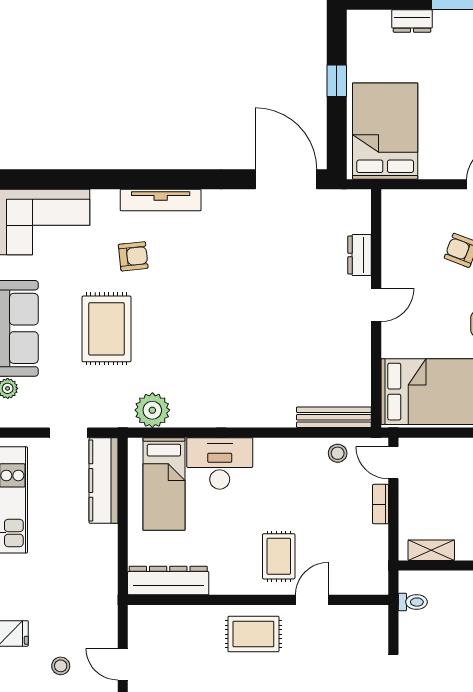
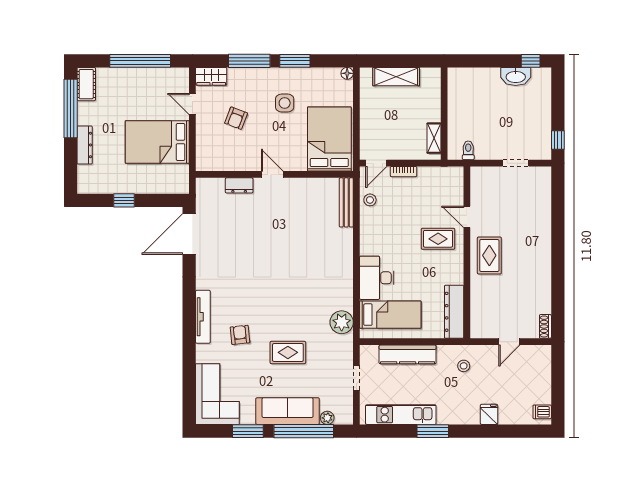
dresser: (412, 21) -> (85, 145), width x1.44
bed: (385, 131) -> (157, 142), moved
rug: (106, 329) -> (288, 352), width x0.73, depth x0.70
kitchen counter: (104, 481) -> (408, 354), moved
stool: (61, 666) -> (464, 366), moved

